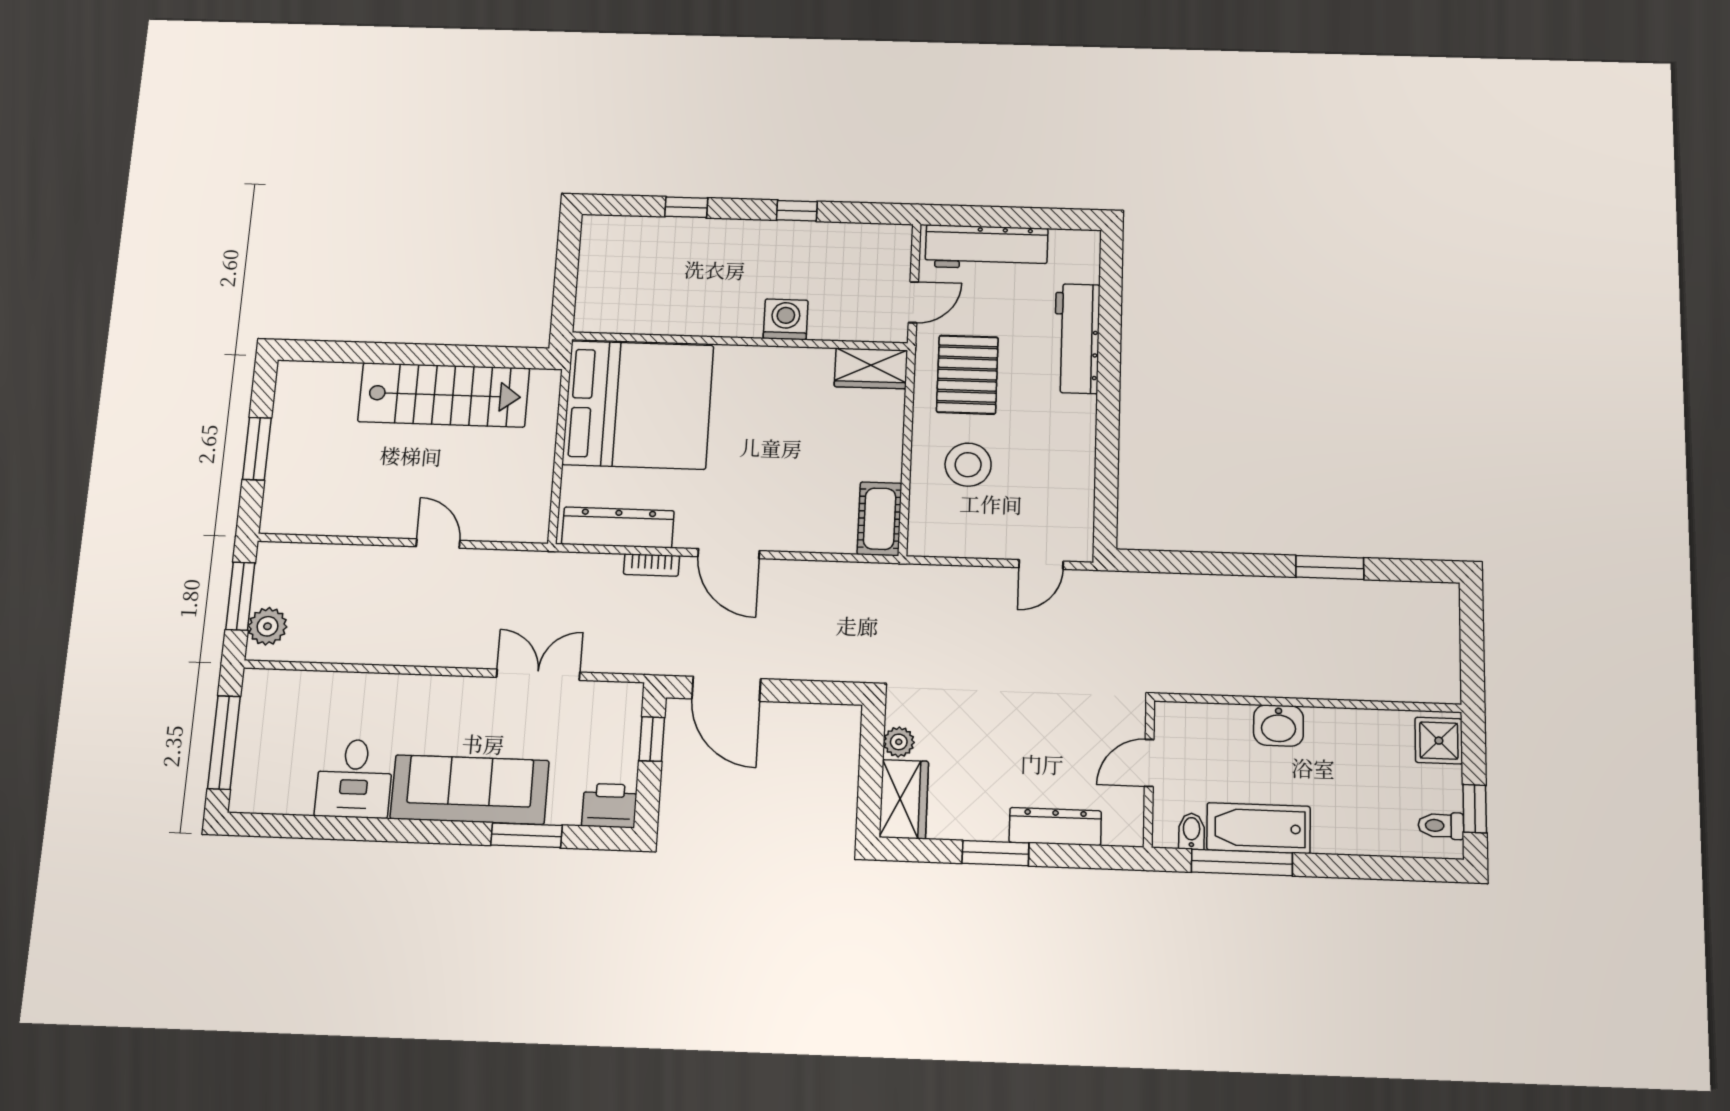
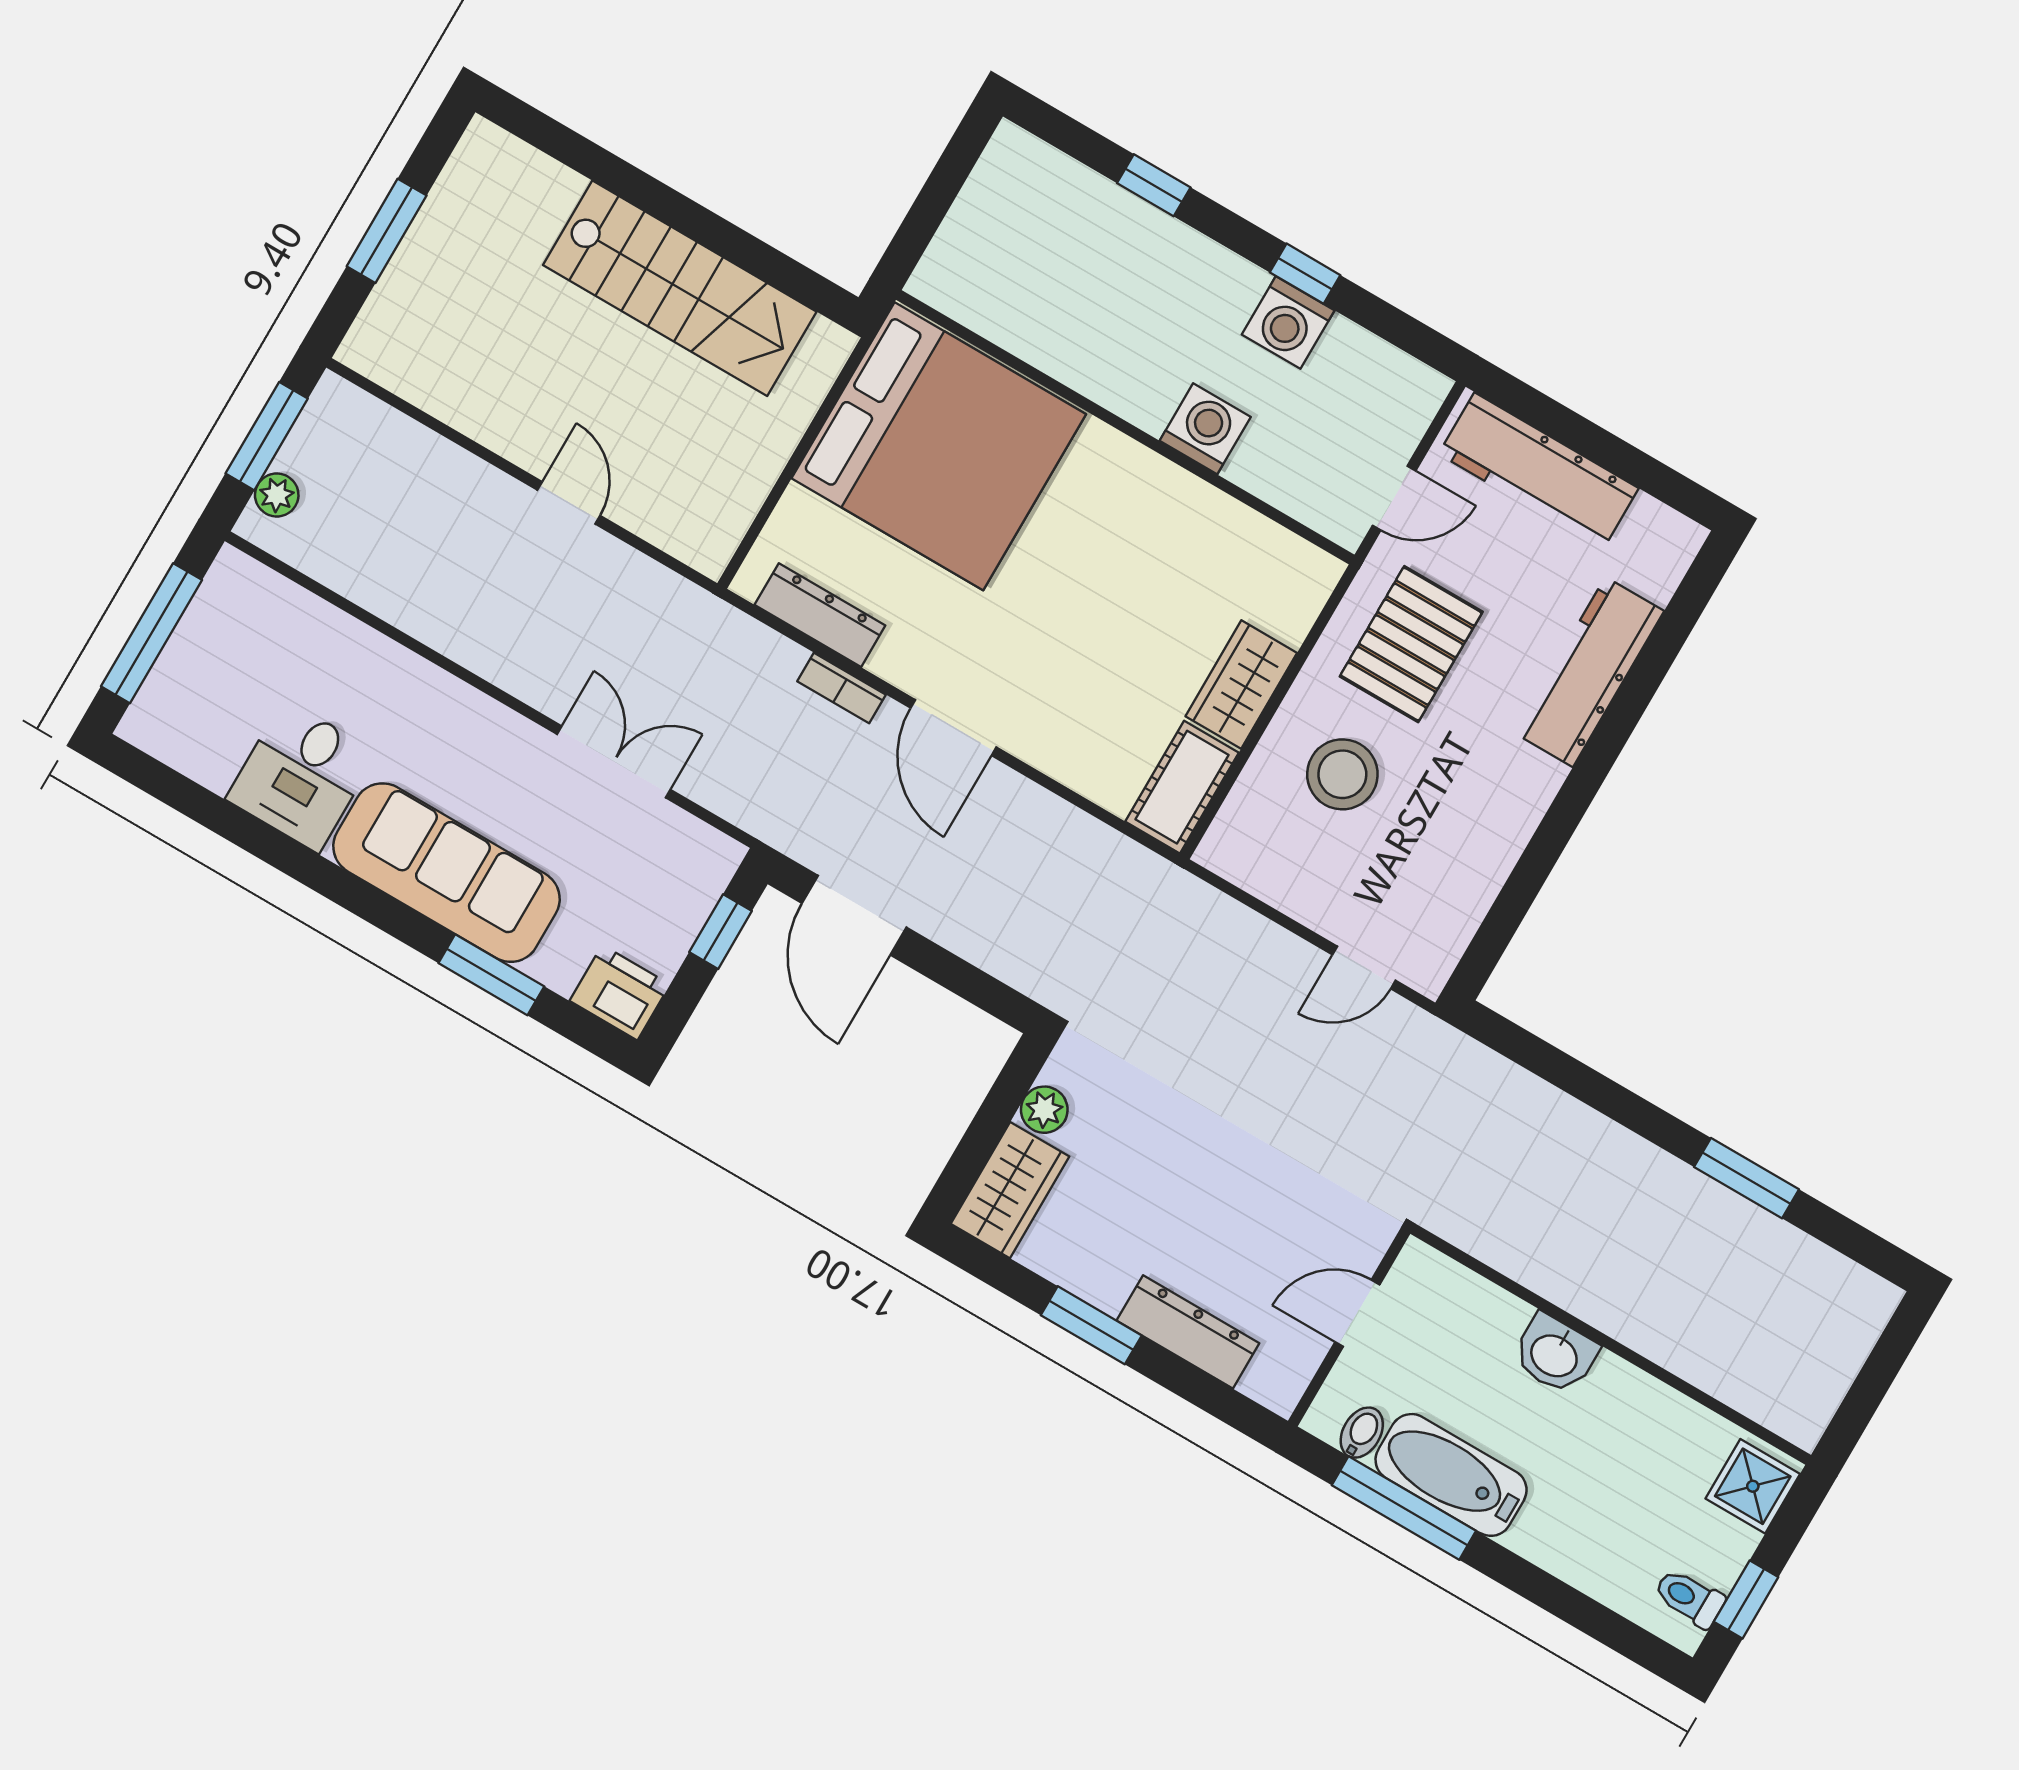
washing machine: (802, 241) -> (1288, 323), added
wardrobe: (871, 368) -> (1241, 685), moved, turned 90
dresser: (618, 527) -> (820, 615), width x0.73, depth x0.80
plant: (267, 626) -> (277, 495), width x0.73, depth x0.73

